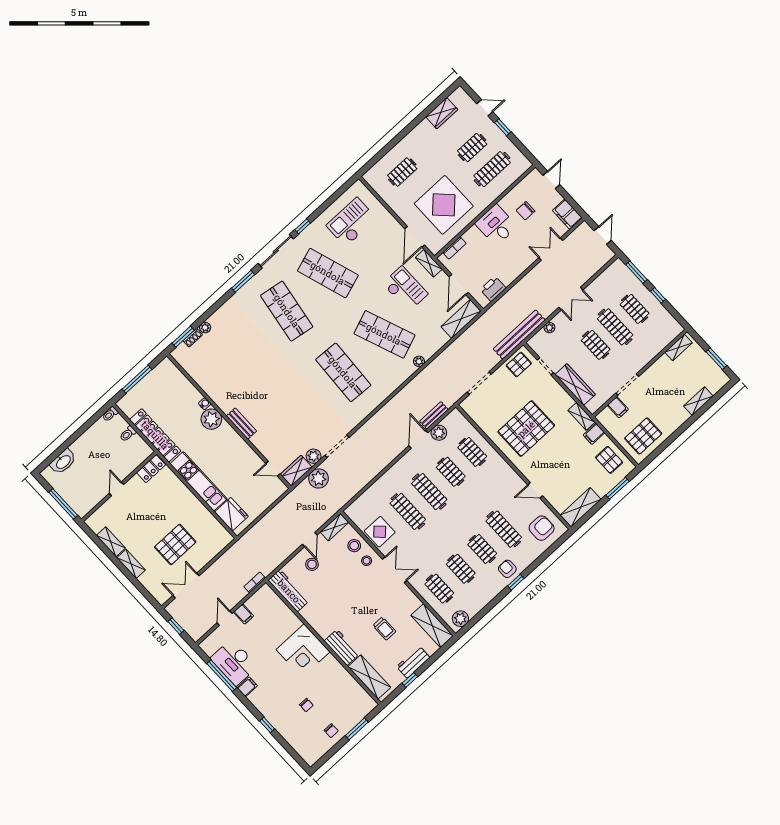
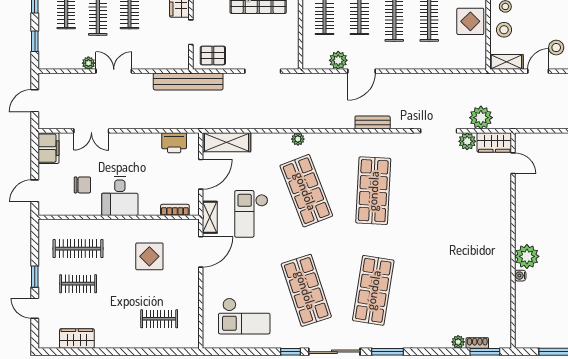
display table: (444, 205) -> (149, 256), width x0.54, depth x0.54
window: (636, 272) -> (35, 41), width x0.67
plant: (549, 328) -> (88, 63), moved
bench: (434, 415) -> (373, 123), moved
bench: (241, 424) -> (504, 228), removed

